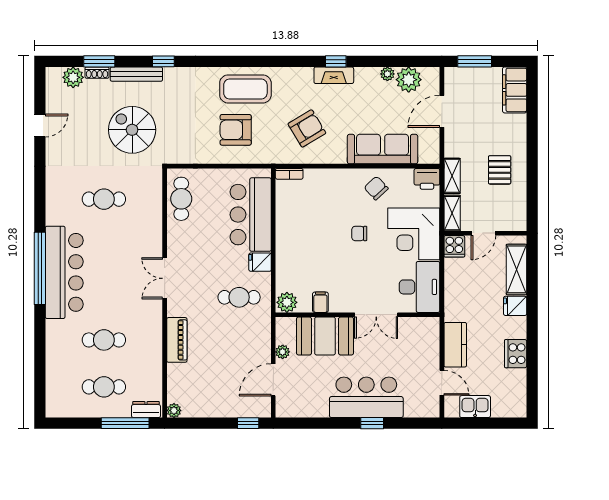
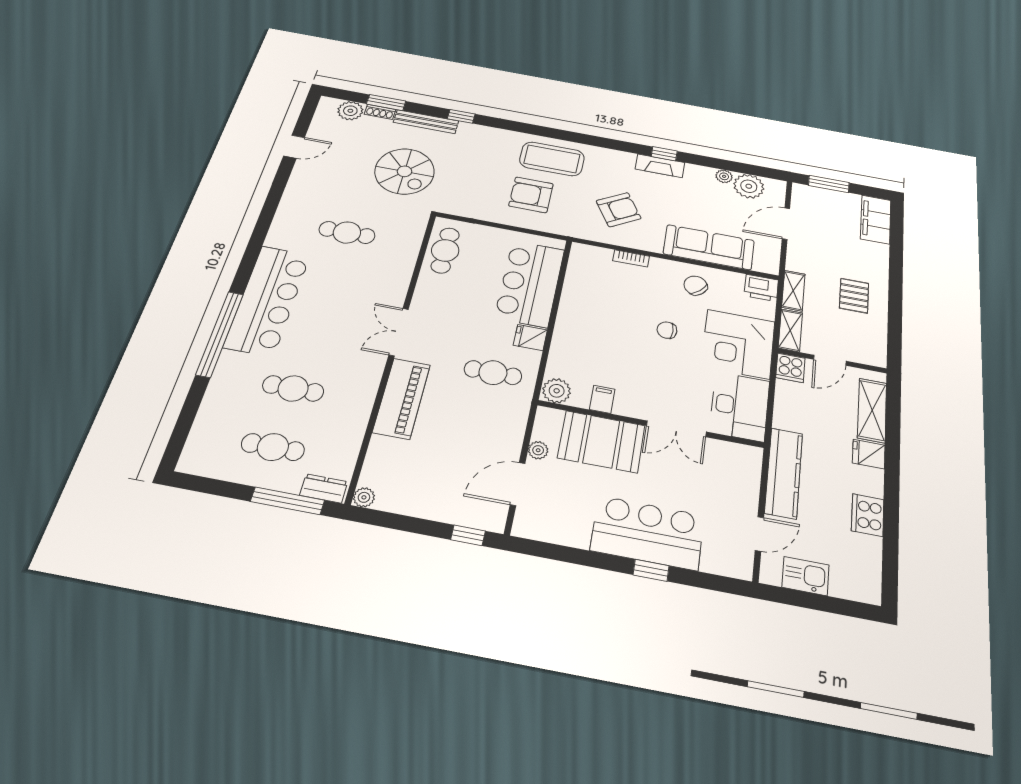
spiral stairs: (132, 130) -> (405, 171), turned 180
bookcase: (289, 174) -> (631, 258), moved
window: (40, 268) -> (220, 334), moved
piano: (177, 340) -> (402, 398), width x1.37, depth x1.33
kitchen counter: (455, 345) -> (784, 473), width x1.50
door: (442, 383) -> (759, 534), hinge flipped

